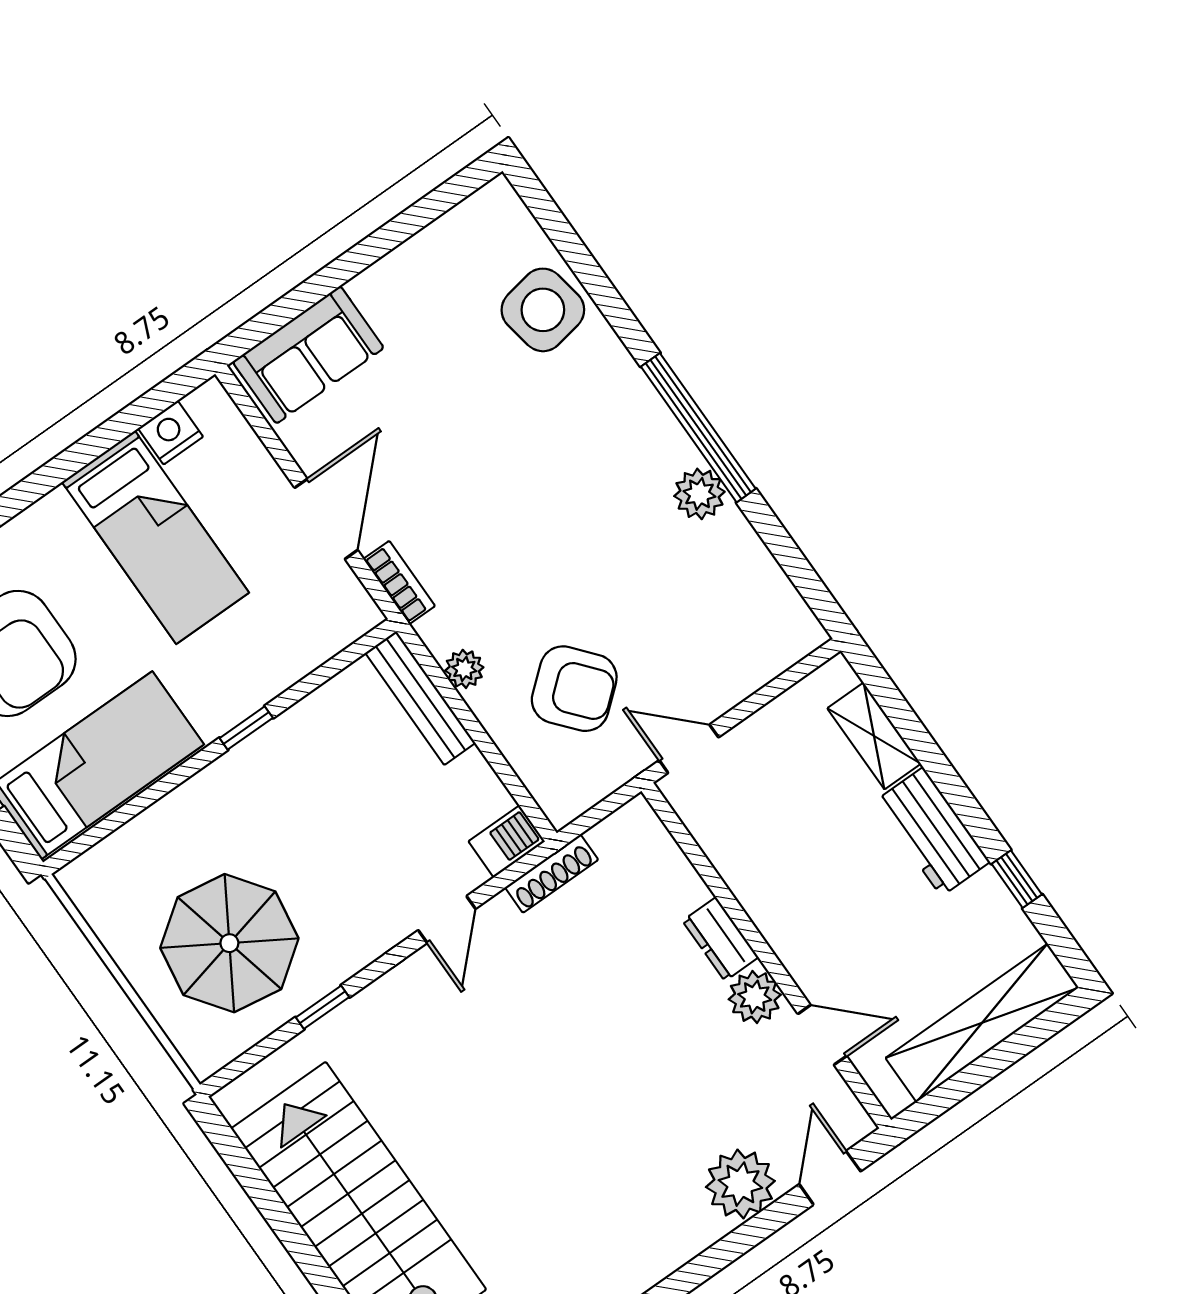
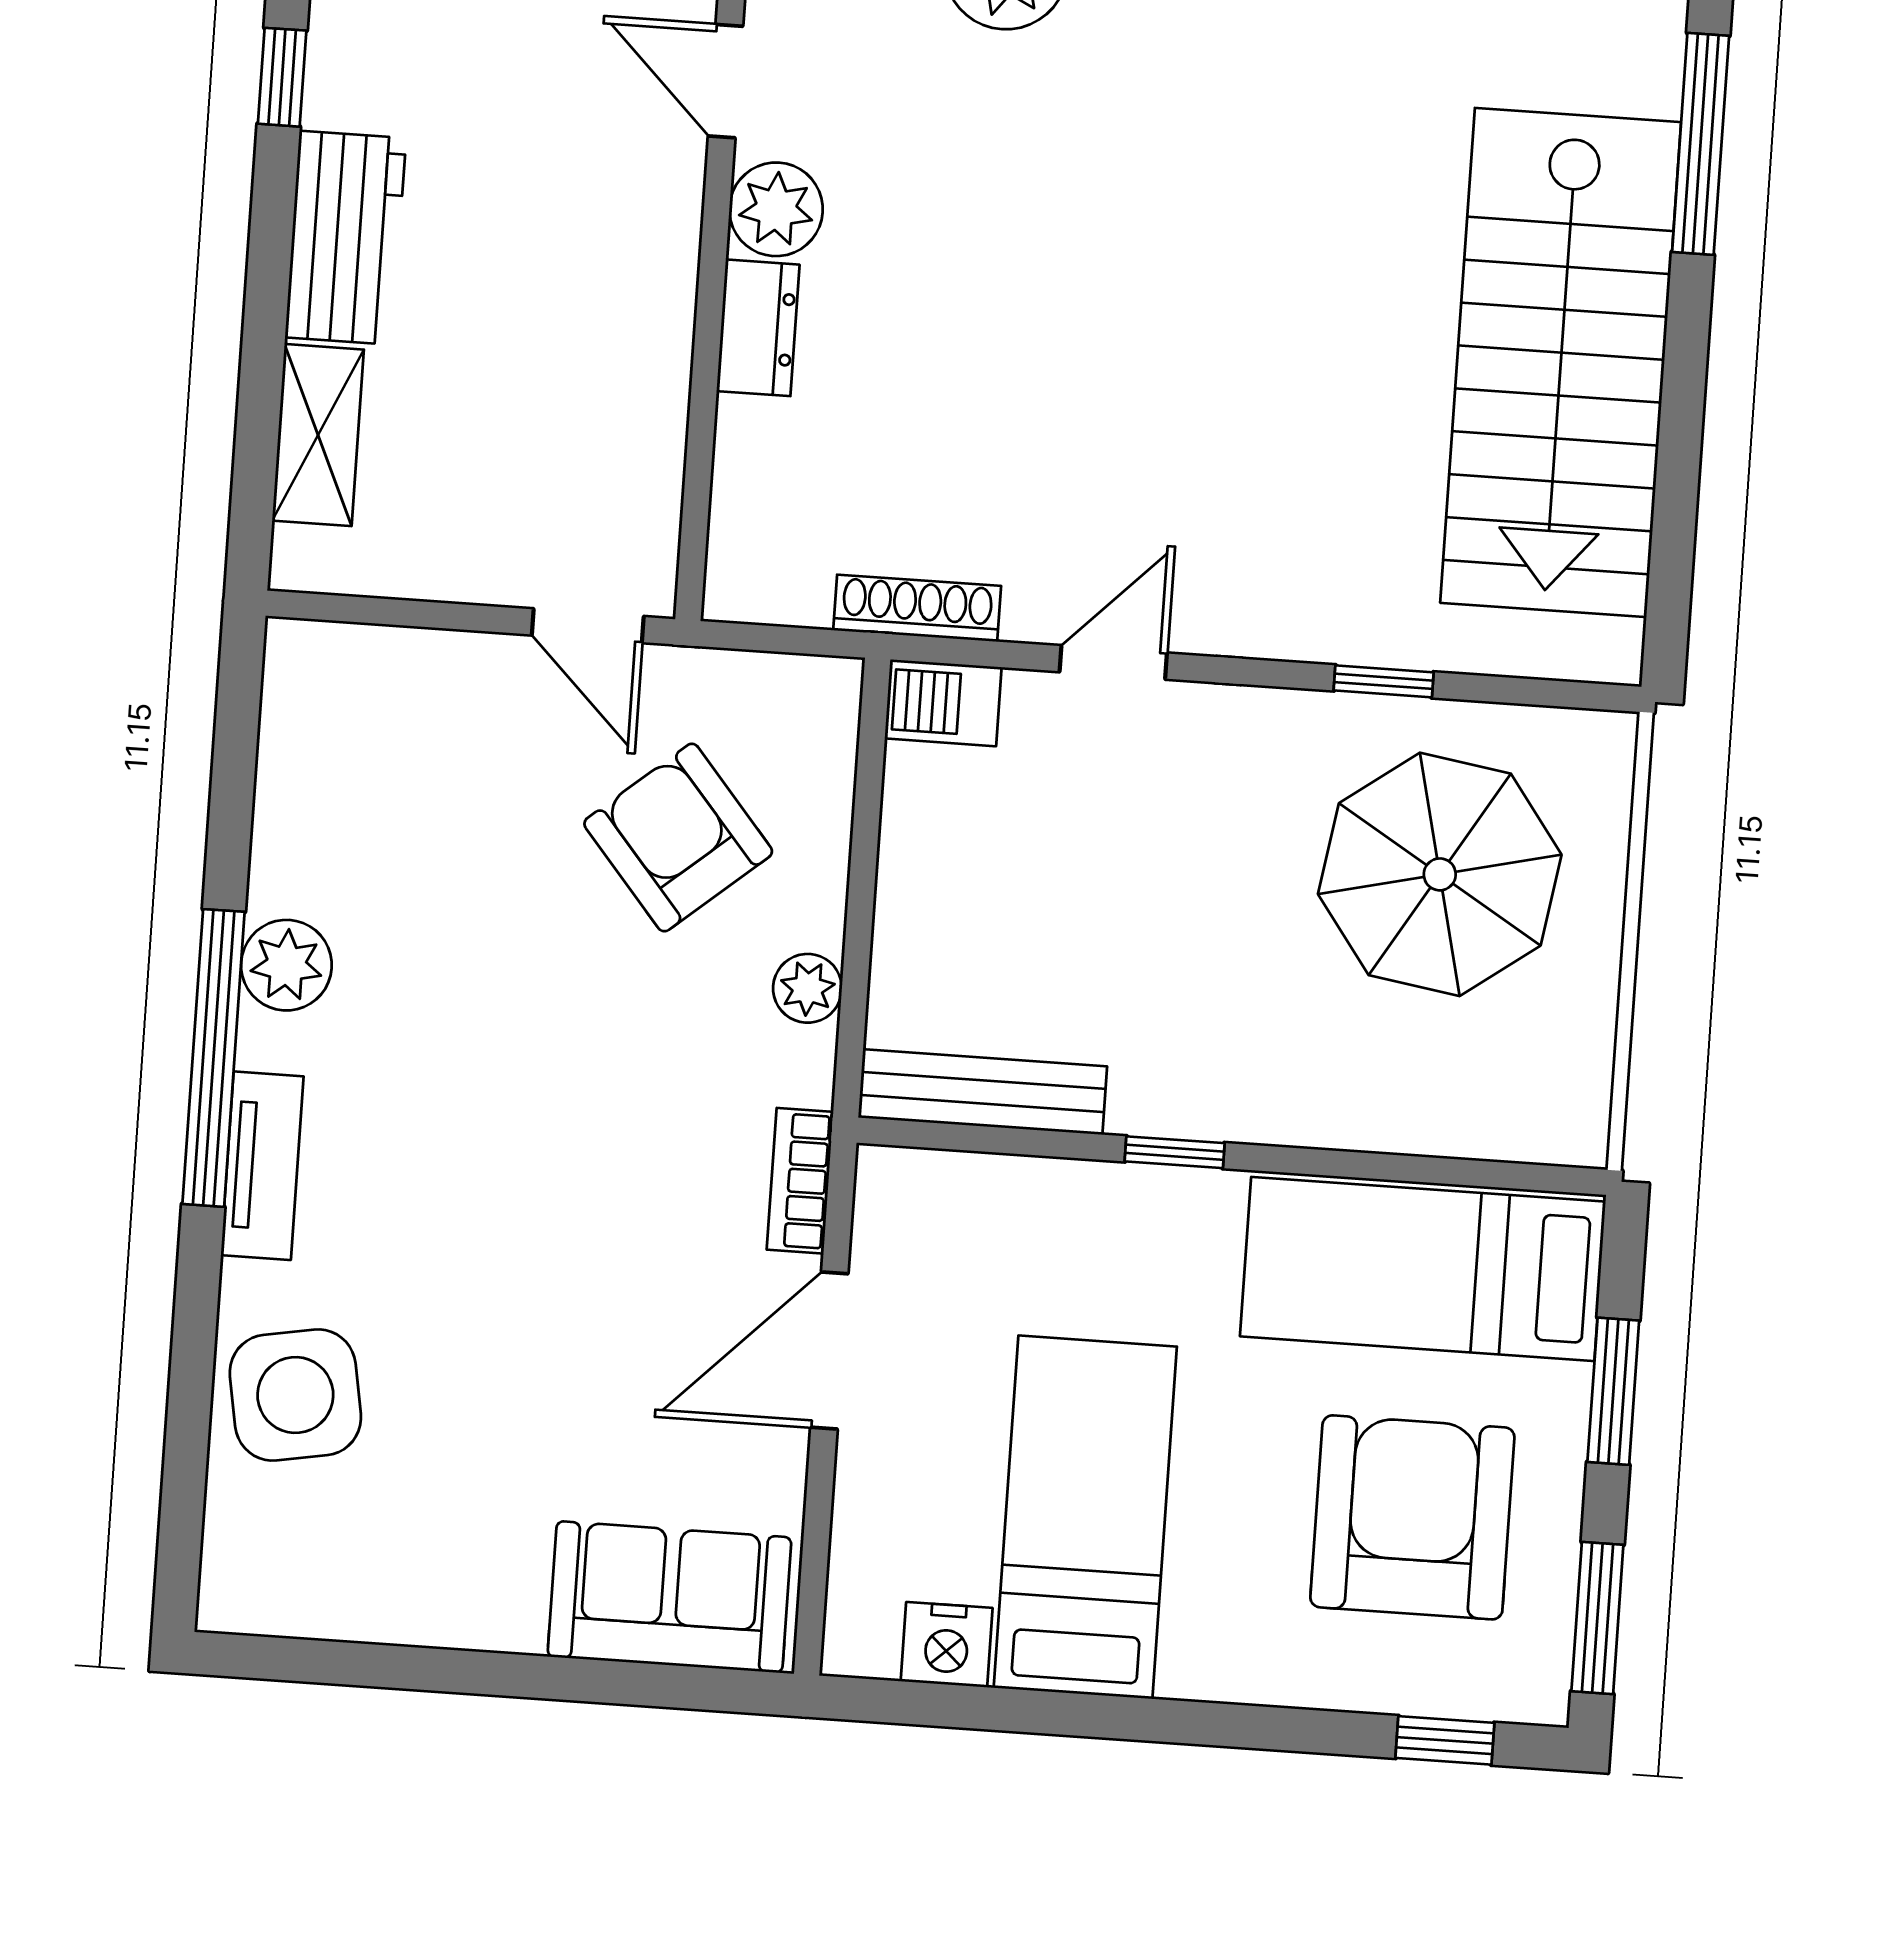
tv unit: (639, 398) -> (262, 1166), added
bench: (420, 698) -> (983, 1092), moved, turned 90

